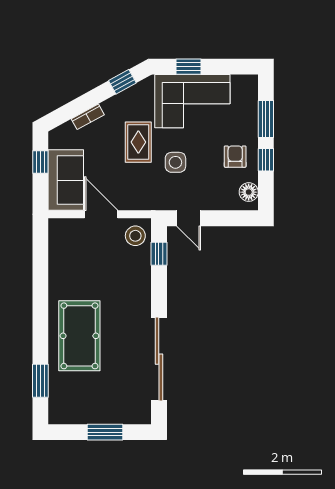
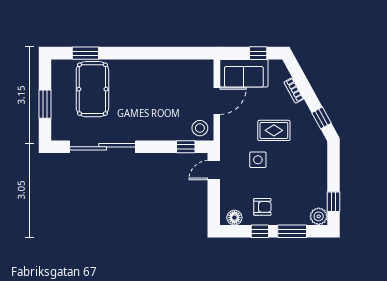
window: (189, 67) -> (333, 202), moved
plant: (247, 85) -> (319, 216), added
corner sofa: (192, 101) -> (306, 173), removed
pool table: (79, 336) -> (92, 89), moved, turned 90

